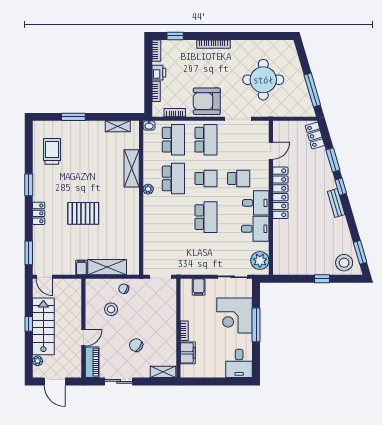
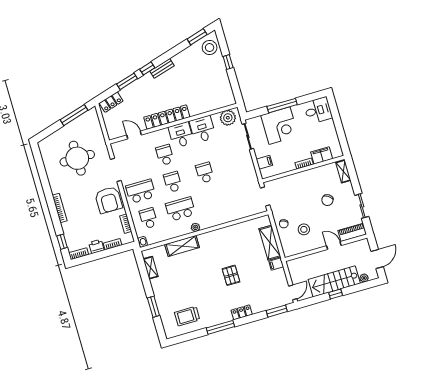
school desk: (173, 140) -> (148, 218), width x0.54
window: (29, 185) -> (220, 327), width x1.44
pallet: (83, 213) -> (231, 275), width x0.67, depth x0.71
school desk: (206, 217) -> (205, 173), width x0.54

